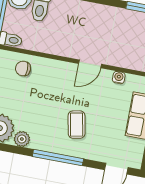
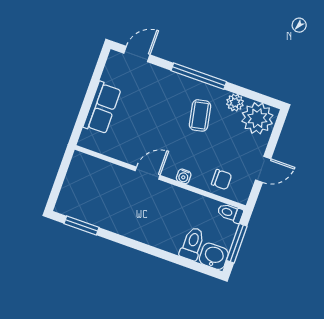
water cooler: (119, 78) -> (184, 176), moved
coffee table: (77, 125) -> (200, 115), moved

